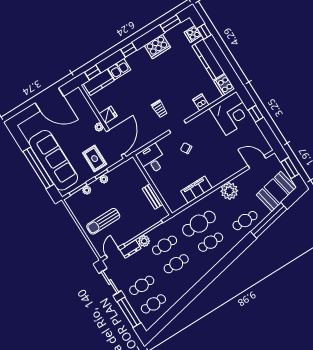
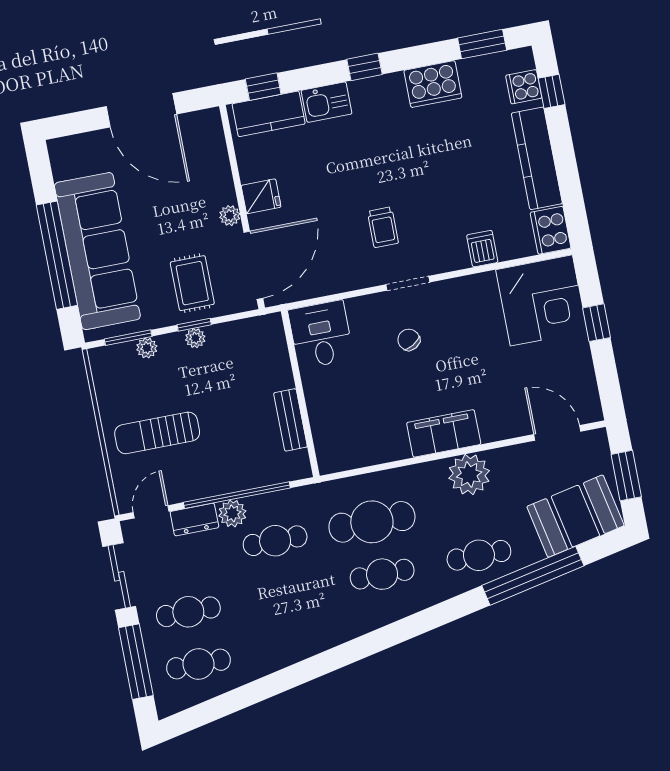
filing cabinet: (196, 190) -> (444, 433), moved
cafe table: (176, 264) -> (285, 593), removed

